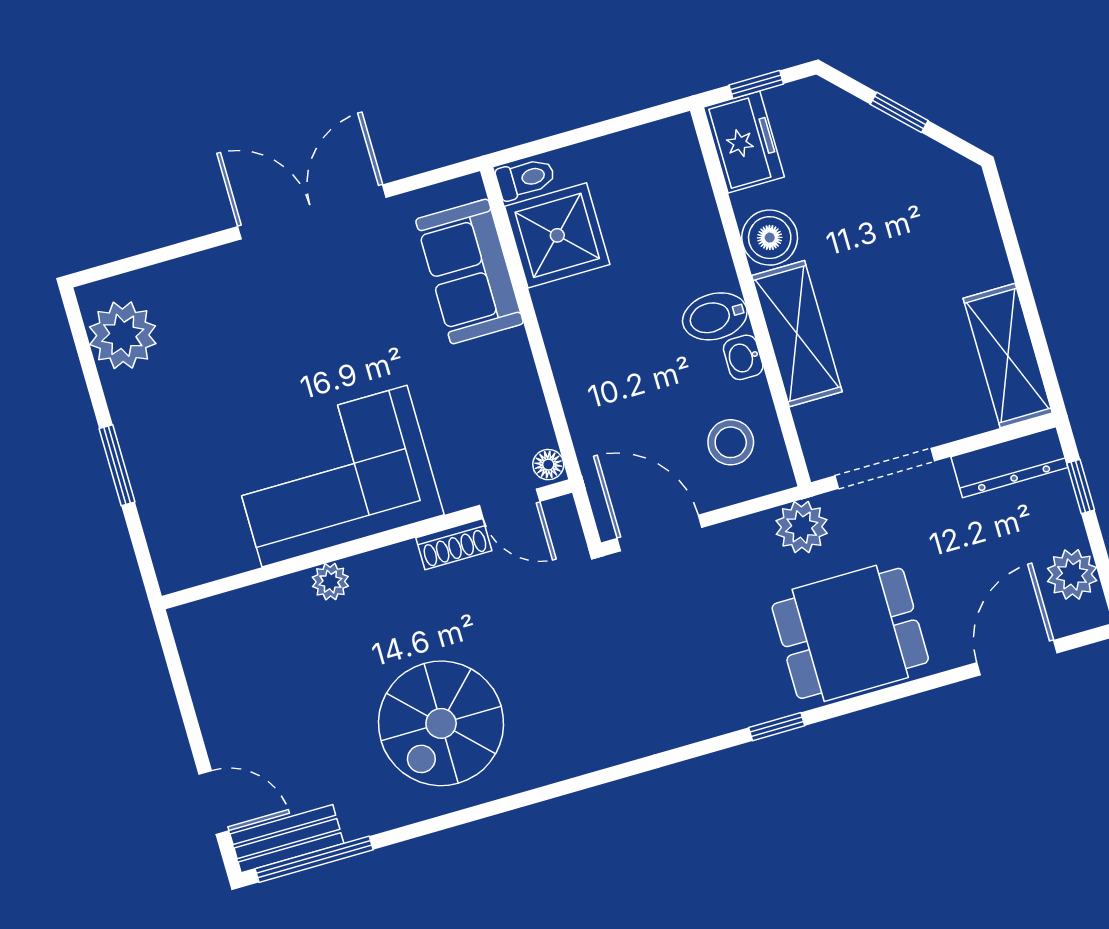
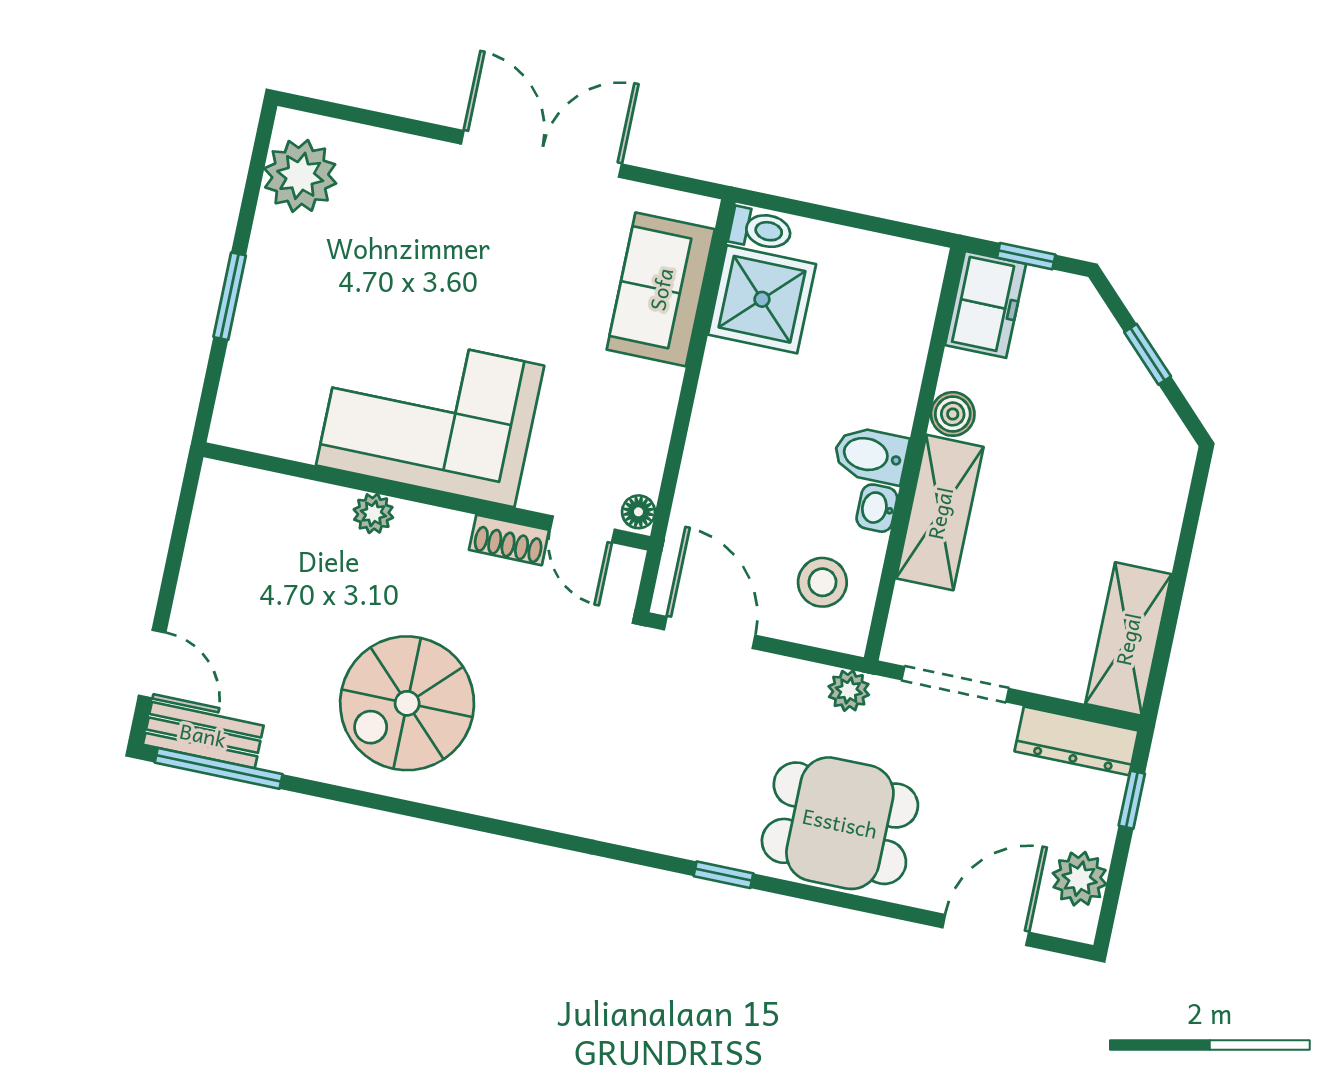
boiler: (770, 238) -> (953, 414), width x0.73, depth x0.73
plant: (802, 527) -> (849, 691), width x0.73, depth x0.73

